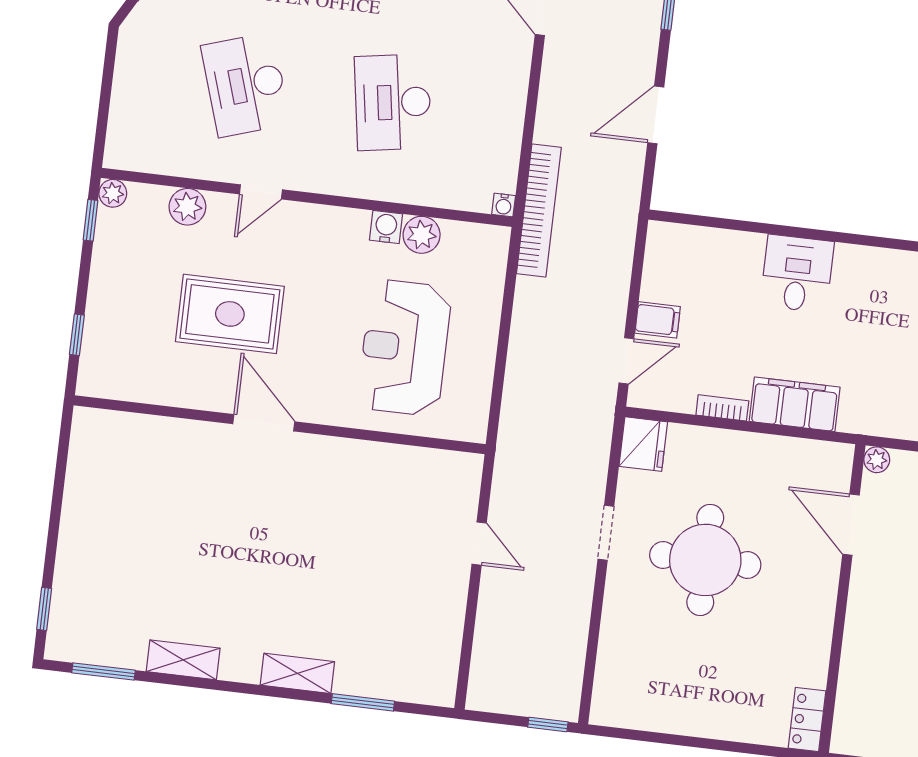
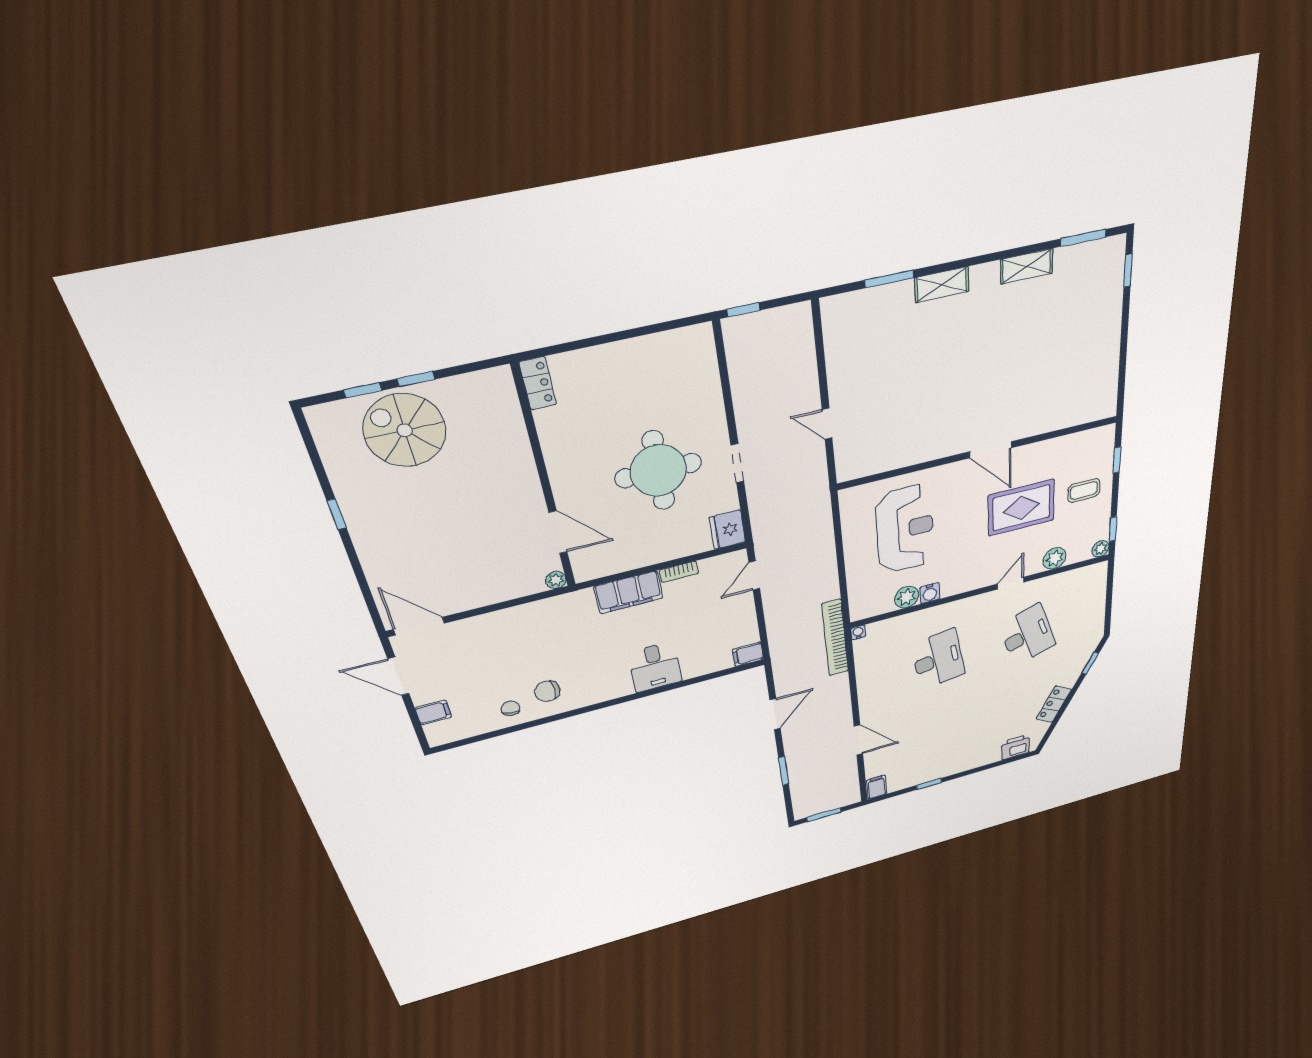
coffee table: (132, 305) -> (1084, 490), added
filing cabinet: (658, 320) -> (748, 654), moved

